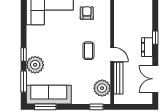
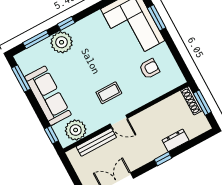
dresser: (147, 47) -> (176, 140), moved
door: (112, 54) -> (119, 121), hinge flipped
sofa: (49, 95) -> (48, 96), moved

